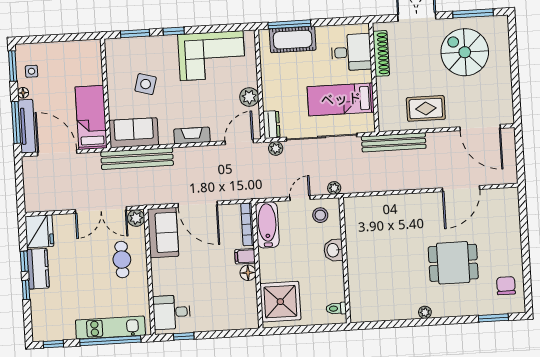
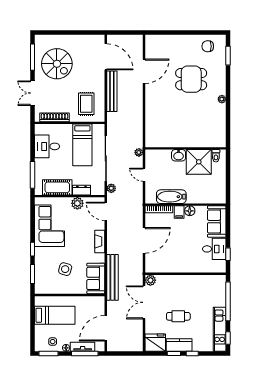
cot: (293, 40) -> (57, 187), moved, turned 90
desk: (351, 52) -> (47, 146), moved, turned -90
spiral stairs: (465, 52) -> (57, 64), turned -90
rug: (426, 108) -> (86, 104), moved
bed: (91, 117) -> (55, 315), moved, turned 180
dresser: (271, 125) -> (81, 190), moved
tv unit: (27, 126) -> (83, 347), width x0.71
door: (480, 128) -> (106, 57), hinge flipped
bench: (394, 142) -> (112, 91), moved
door: (461, 189) -> (144, 71), hinge flipped
double door: (101, 210) -> (144, 302), swing flipped
stool: (320, 215) -> (156, 162), removed
bathtub: (267, 225) -> (171, 197), moved
sofa: (163, 233) -> (217, 222), moved, turned -90
cafe table: (122, 260) -> (178, 316), moved
dining table: (453, 263) -> (191, 79), turned 90
shower: (280, 302) -> (199, 162), moved
desk: (172, 312) -> (214, 249), moved, turned -90
kitchen unit: (110, 328) -> (220, 329), moved

